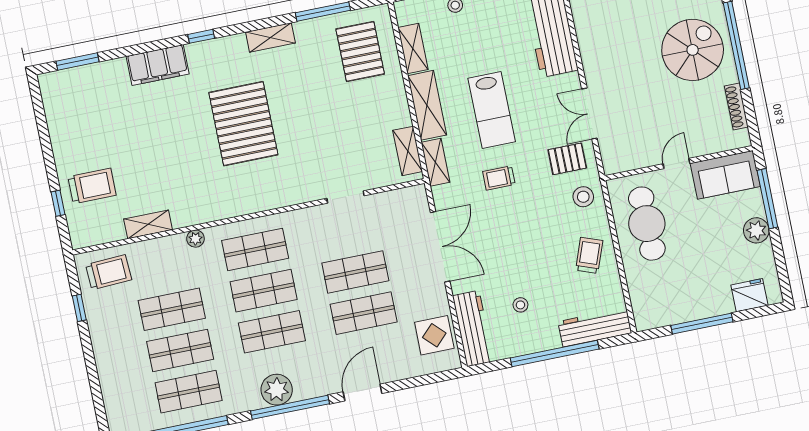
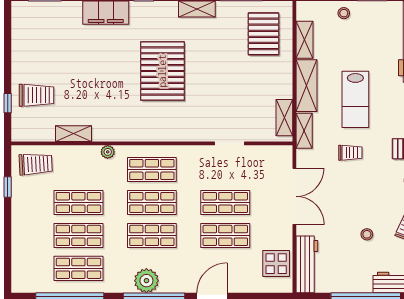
trolley: (499, 178) -> (350, 153), turned 180
stool: (520, 305) -> (367, 234), moved

